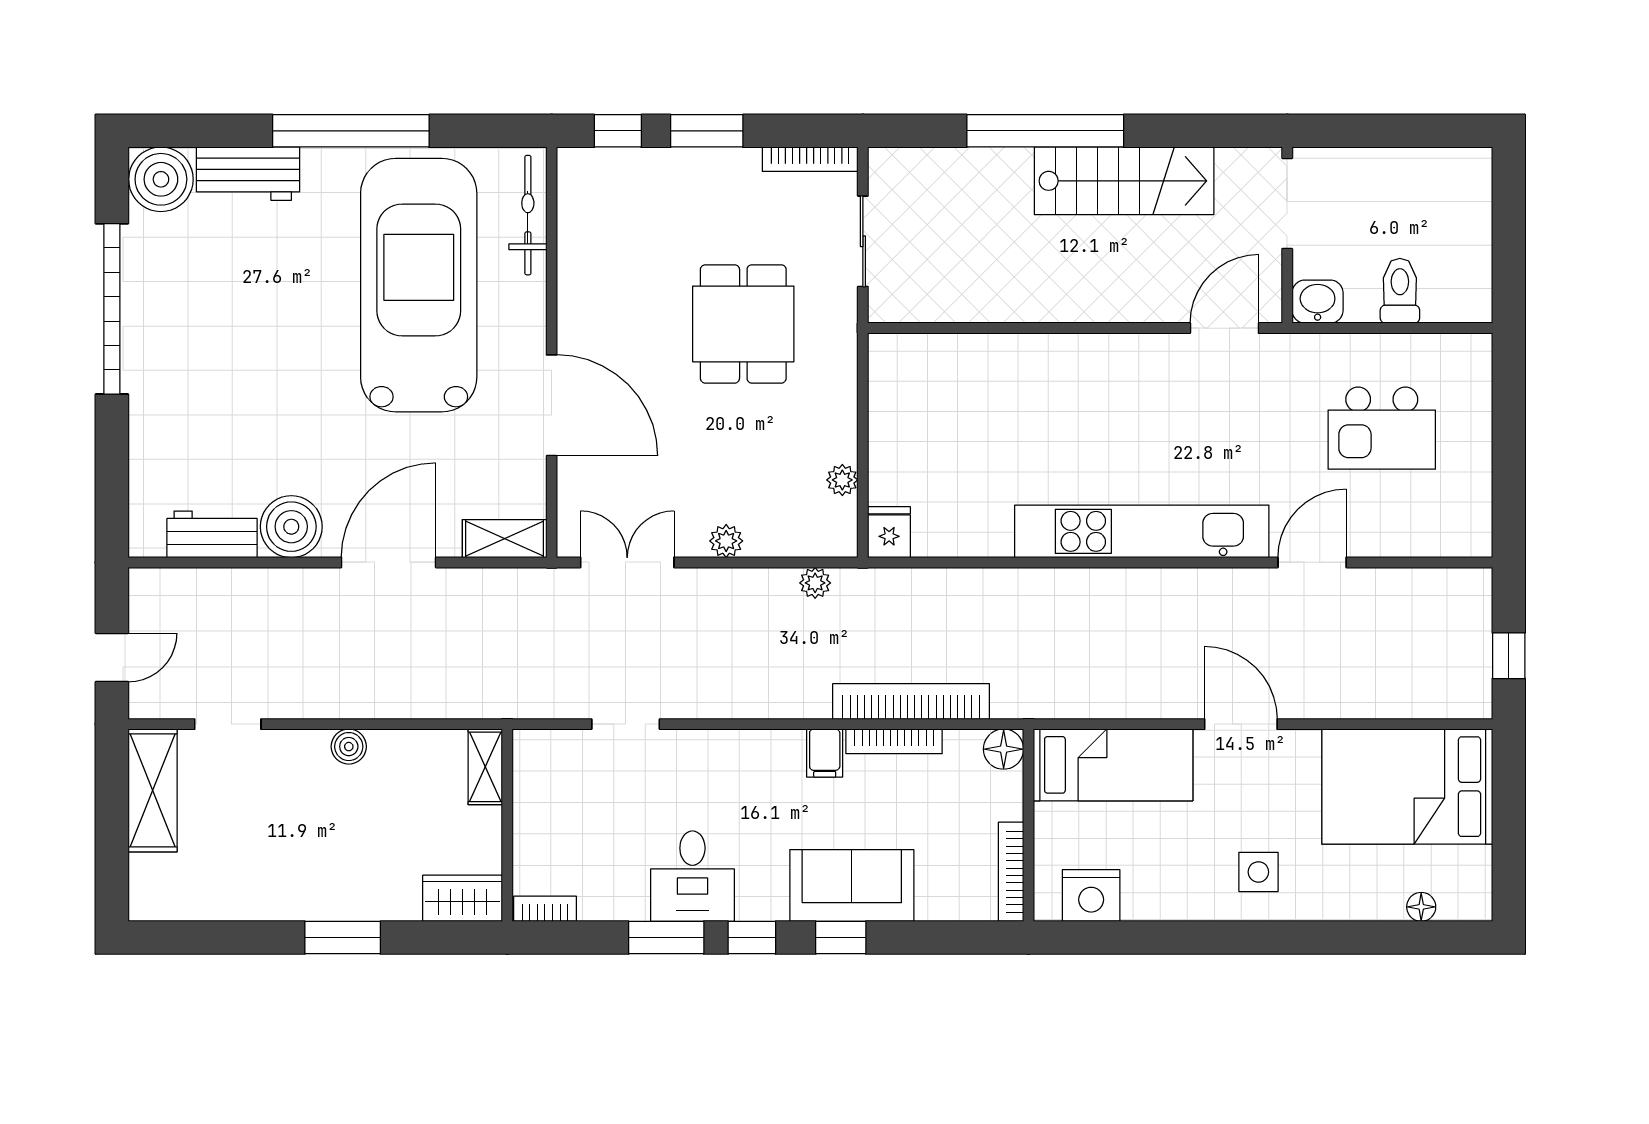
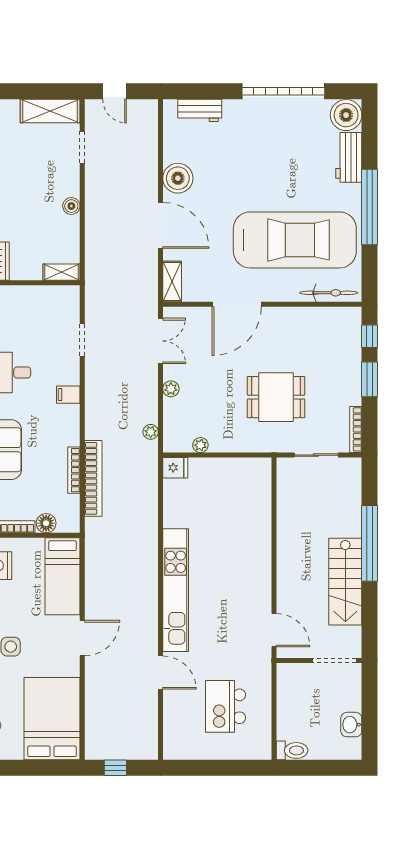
toilet: (1400, 291) -> (292, 750), moved
washbasin: (1318, 302) -> (351, 725), moved, turned 180
workbench: (212, 534) -> (200, 110), moved, turned 90
floor lamp: (1004, 749) -> (46, 523), moved
filing cabinet: (825, 753) -> (68, 395), moved

